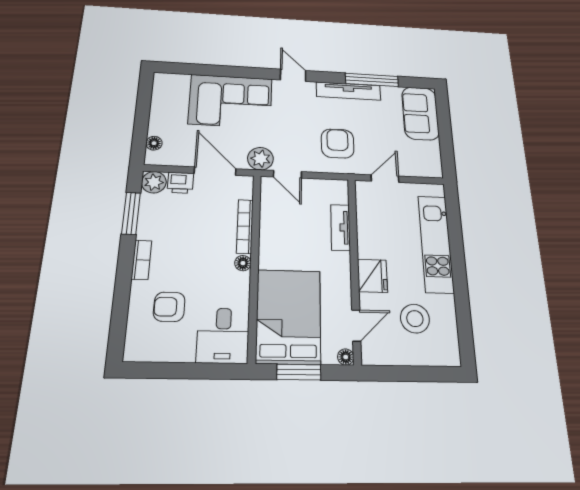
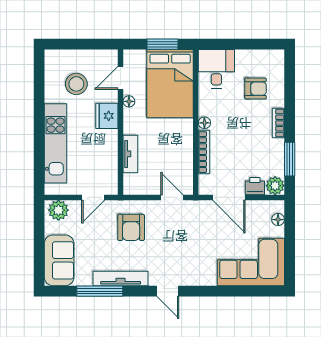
corner sofa: (231, 101) -> (251, 262), moved
plant: (260, 159) -> (58, 210), moved
floor lamp: (346, 357) -> (129, 101), moved

